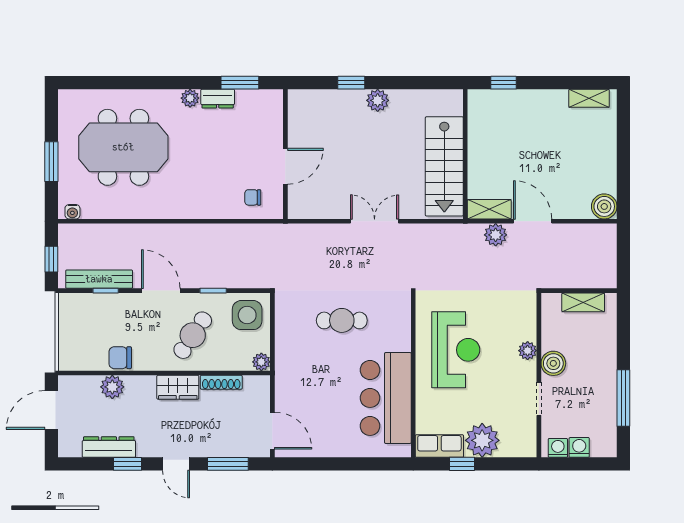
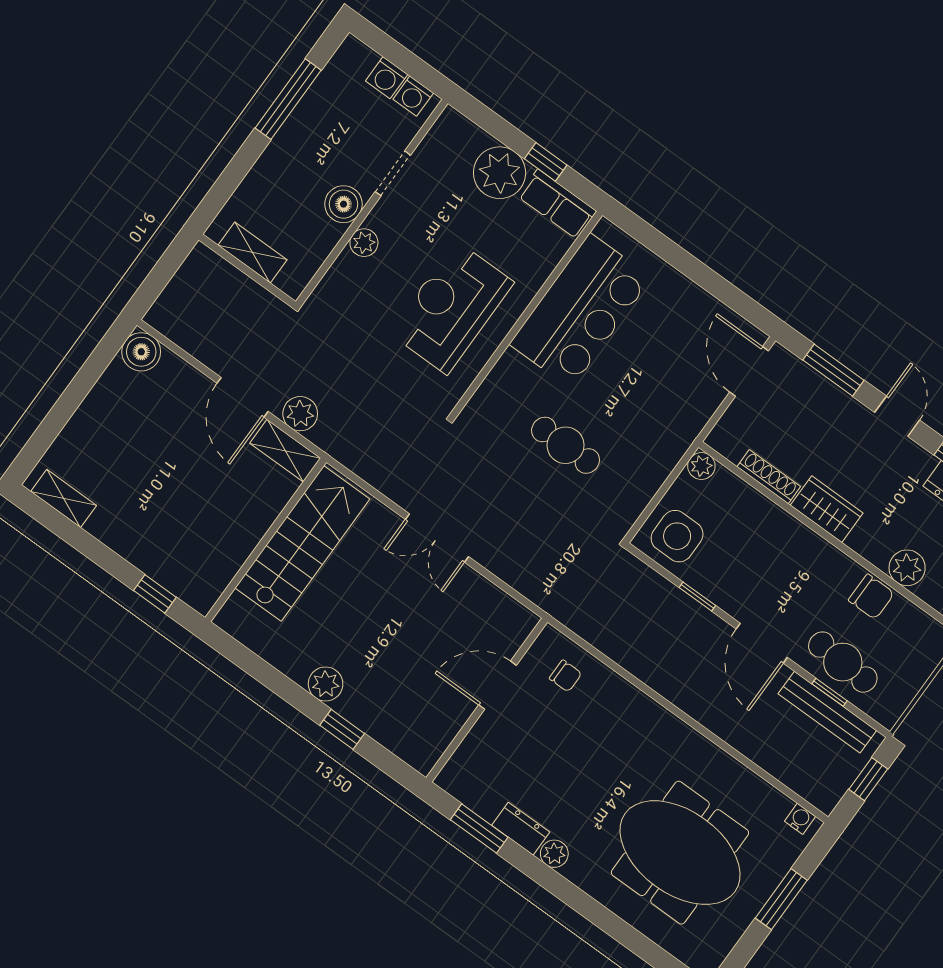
cafe table: (193, 335) -> (843, 662), moved, turned 59

